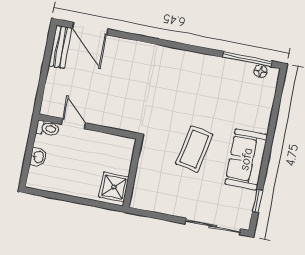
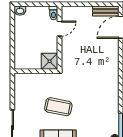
washbasin: (38, 157) -> (20, 11), moved
shower: (114, 187) -> (50, 61), moved

